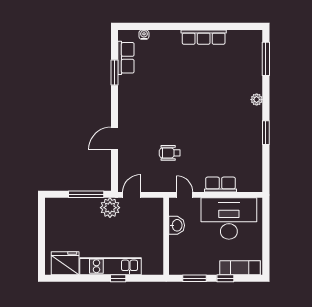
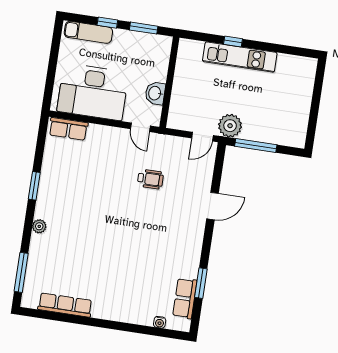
row of seats: (204, 37) -> (65, 305), moved
row of seats: (221, 185) -> (68, 129), moved
fridge: (65, 263) -> (292, 69), removed

